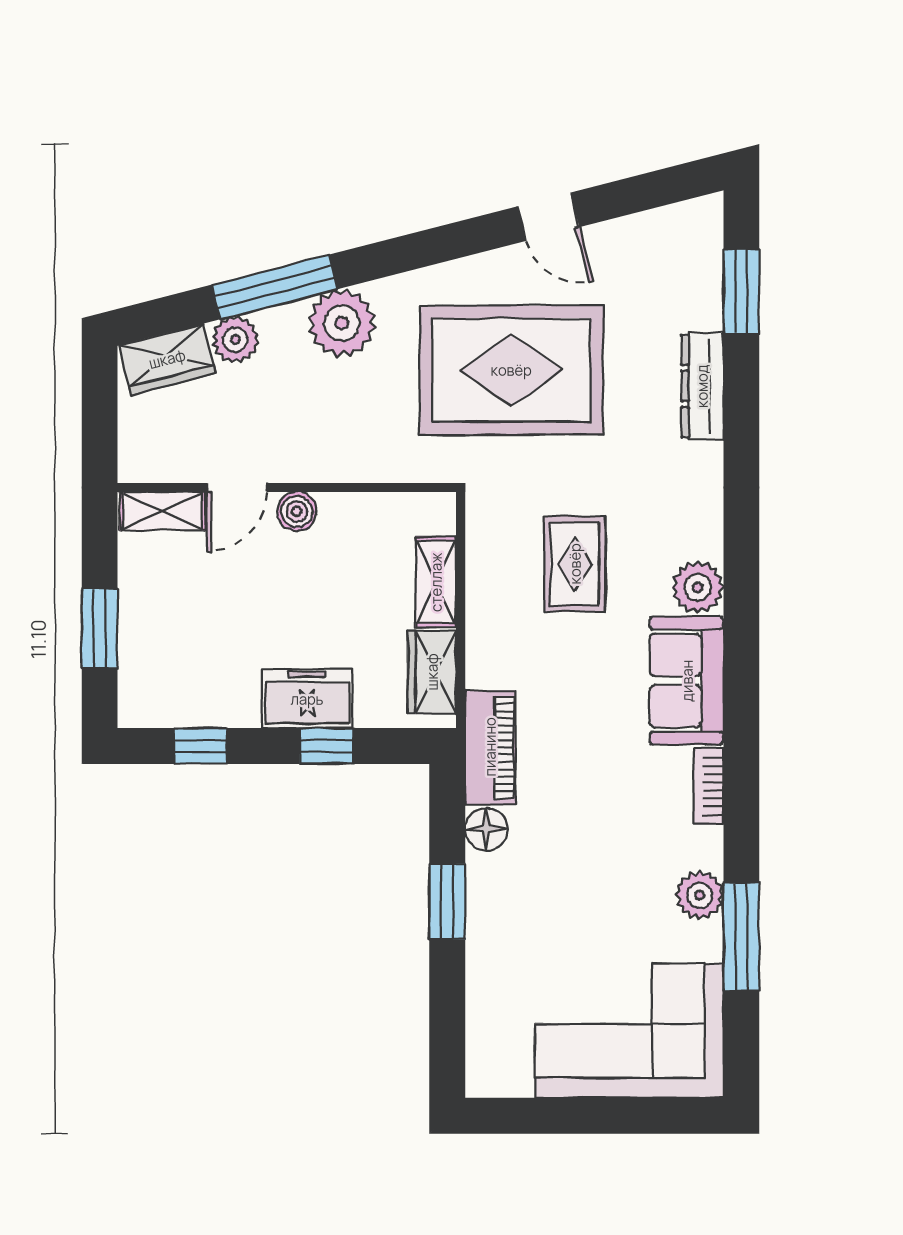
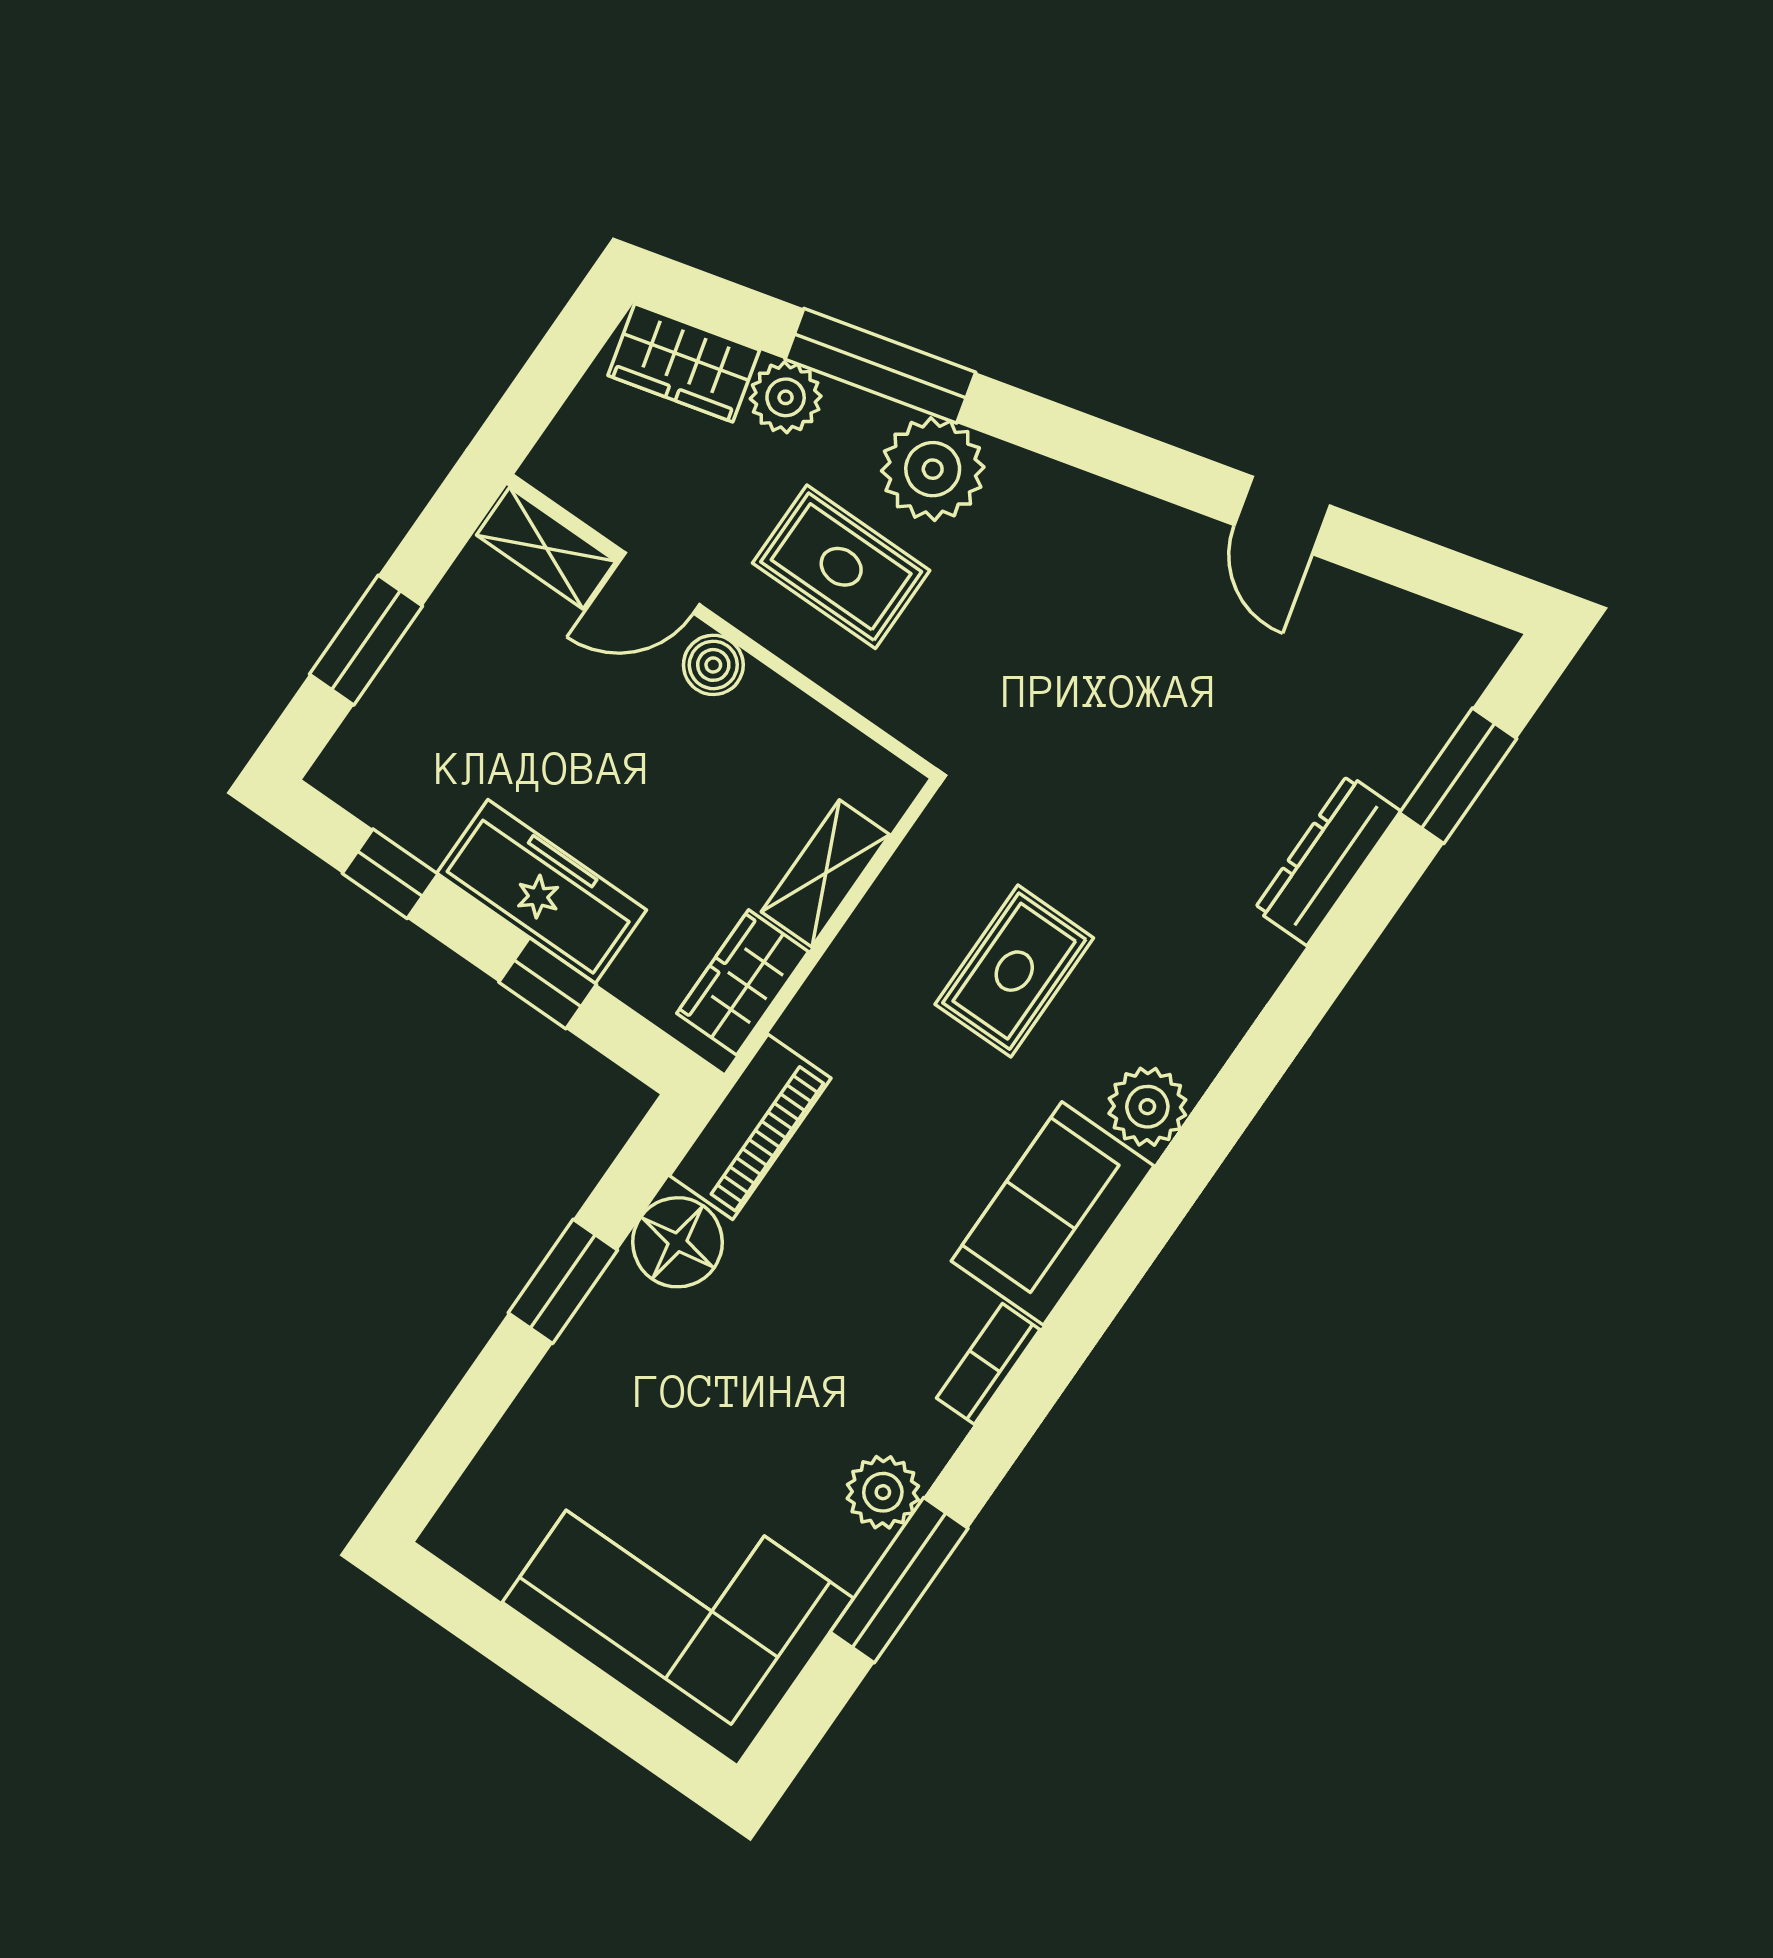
rug: (511, 370) -> (841, 567), moved, width x0.54, depth x0.49
freezer: (307, 699) -> (542, 891), width x1.40
floor lamp: (486, 829) -> (677, 1242), width x1.38, depth x1.38

